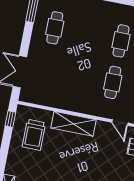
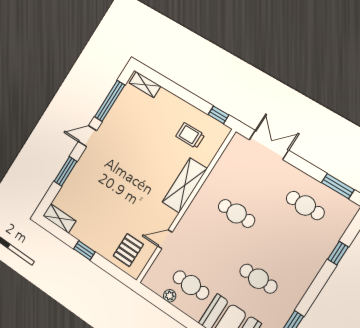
cafe table: (113, 82) -> (237, 213), moved
trolley: (34, 135) -> (190, 136), width x0.73, depth x0.72

